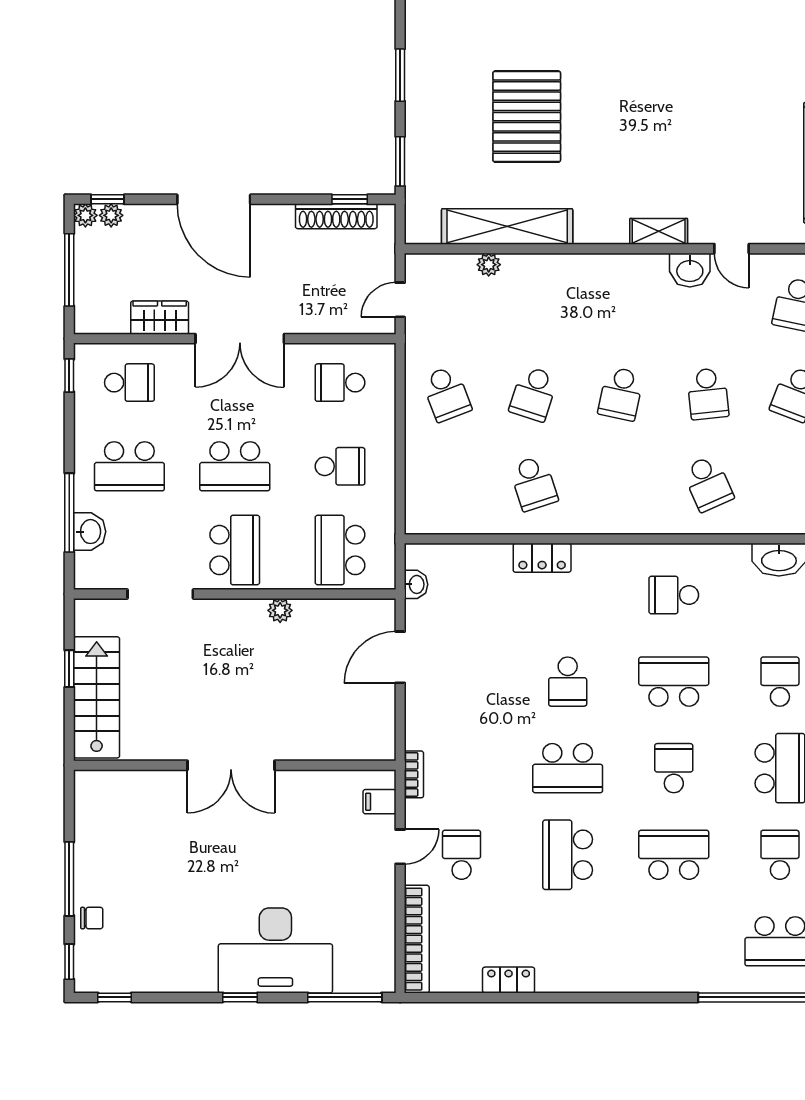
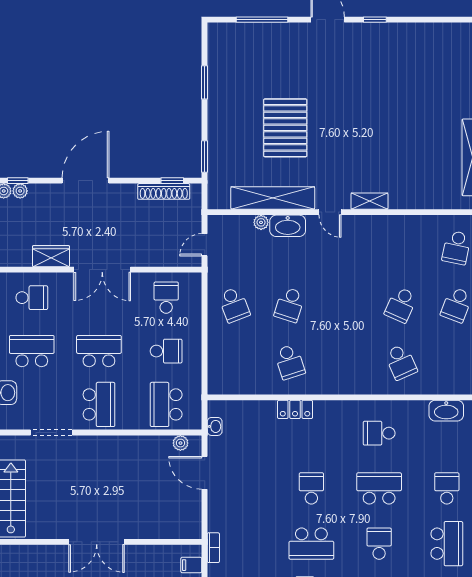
window: (400, 75) -> (205, 82), moved
door: (214, 199) -> (86, 181), swing flipped
door: (732, 249) -> (330, 212), moved
washbasin: (690, 270) -> (288, 226), moved, width x1.38
school desk: (340, 383) -> (166, 298), turned 90
school desk: (621, 394) -> (345, 305), removed
school desk: (708, 394) -> (401, 305), turned 30
school desk: (129, 466) -> (32, 351), turned 180
school desk: (235, 466) -> (99, 351), turned 180
plant: (280, 610) -> (180, 443), moved
door: (400, 657) -> (205, 473), hinge flipped
school desk: (568, 682) -> (311, 488), turned 180

